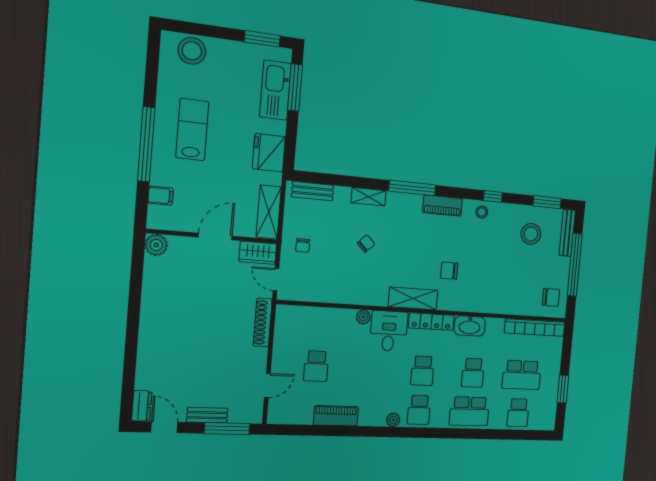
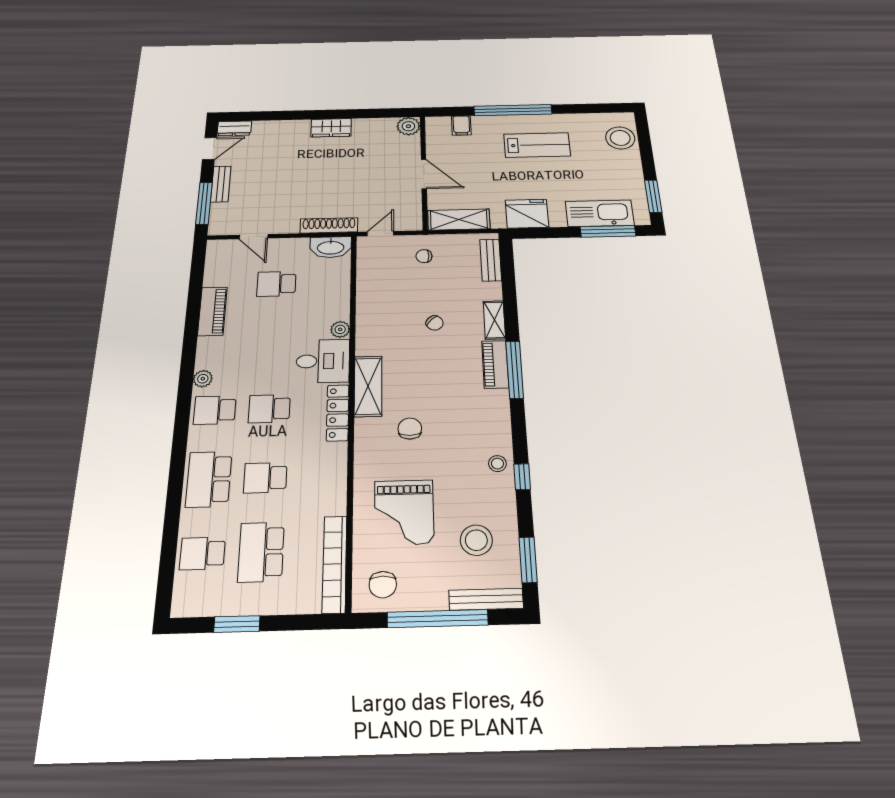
piano: (443, 206) -> (495, 364), moved
wardrobe: (258, 253) -> (331, 128), moved, turned -90
grand piano: (507, 280) -> (404, 512), added
washbasin: (470, 326) -> (331, 247), moved, turned -90

